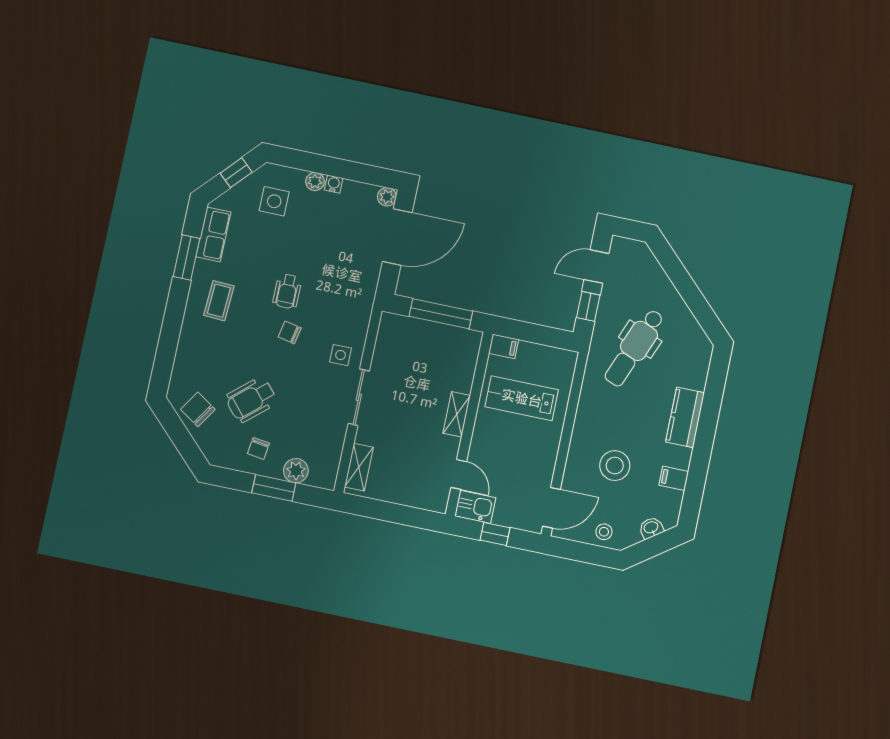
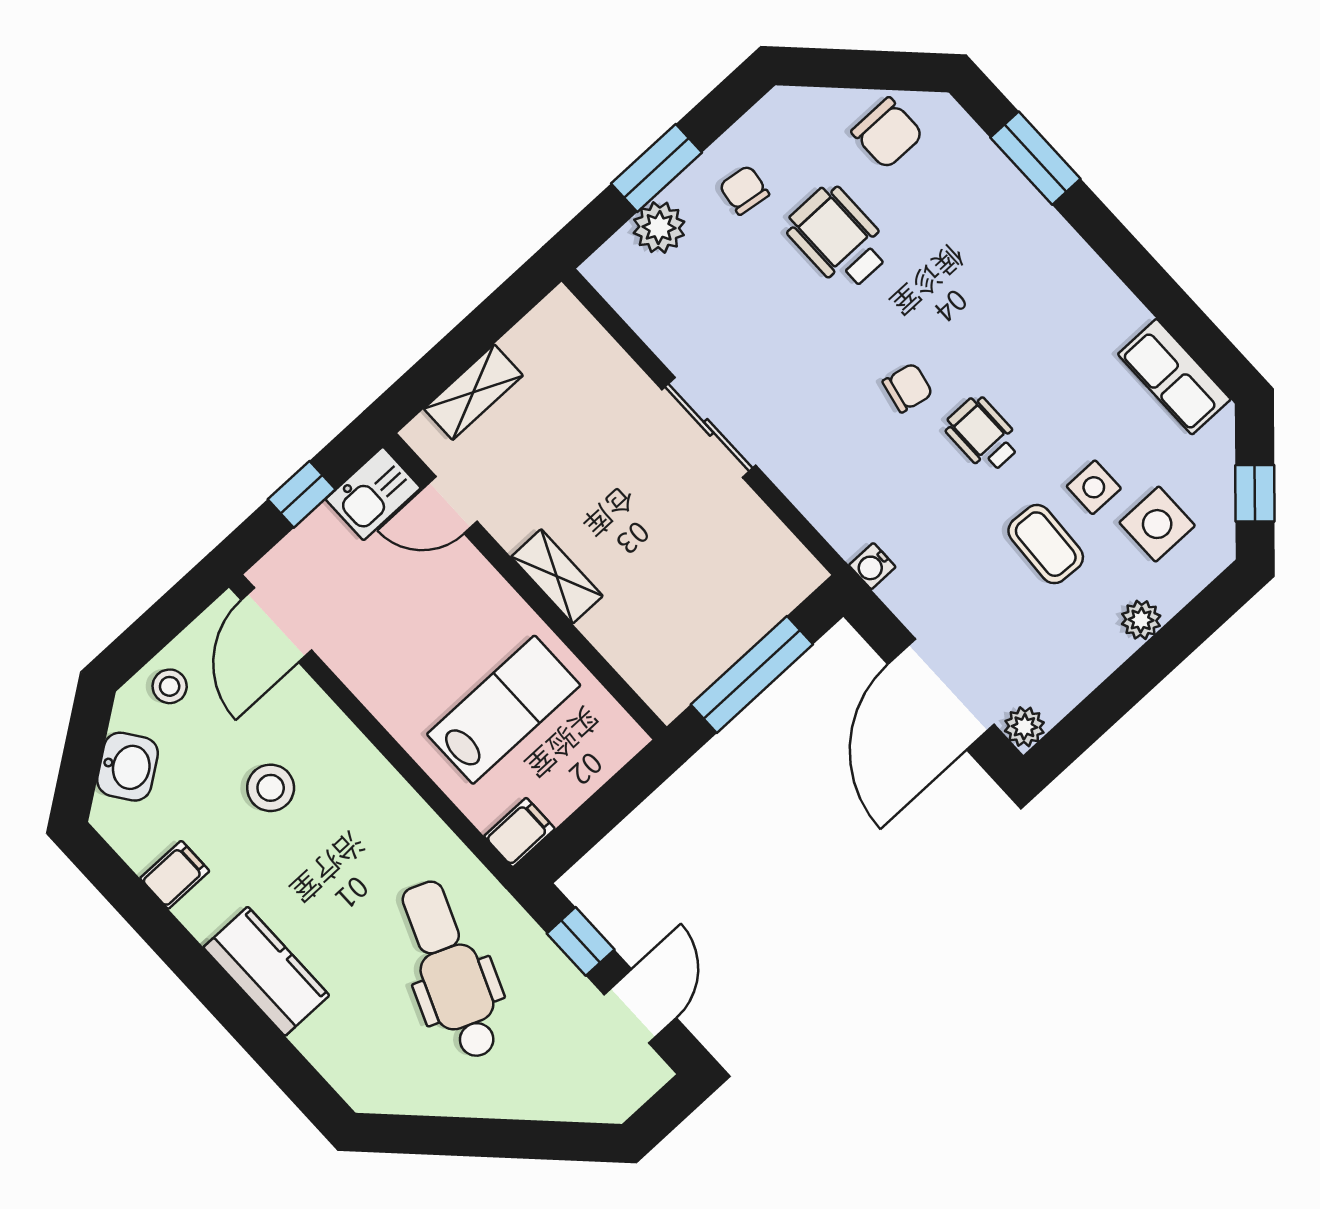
water cooler: (334, 184) -> (872, 566), moved, turned 90
window: (187, 258) -> (1035, 158), moved
coffee table: (219, 301) -> (1046, 544), moved
filing cabinet: (504, 346) -> (519, 832), moved, turned 180
side table: (341, 355) -> (1094, 487), moved
wheelchair: (251, 400) -> (838, 238), turned -49
chair: (198, 409) -> (887, 133), turned 57
stool: (615, 466) -> (271, 788), width x0.73, depth x0.73
shelving: (359, 467) -> (473, 392), moved, turned 90
washbasin: (651, 528) -> (128, 767), width x1.38, depth x1.45

